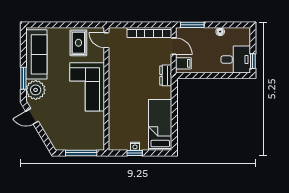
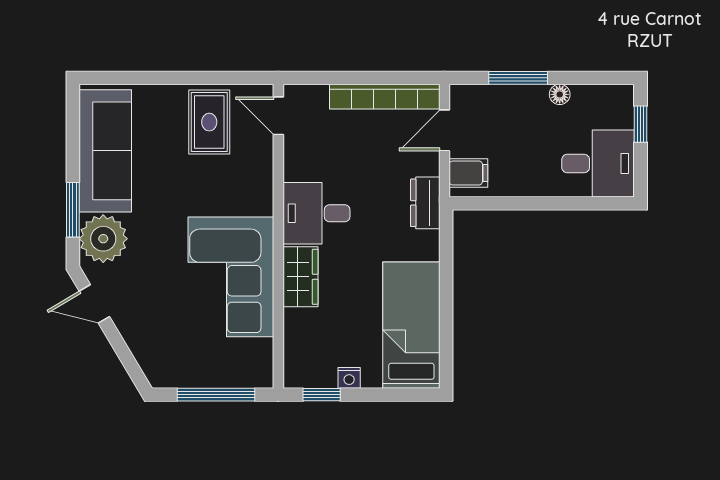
window: (192, 25) -> (518, 78), moved
door: (174, 46) -> (445, 130), swing flipped
window: (253, 61) -> (641, 124), moved
desk: (122, 80) -> (316, 213), added
corner sofa: (87, 87) -> (231, 277), moved
wardrobe: (115, 105) -> (300, 277), added
window: (135, 153) -> (322, 395), moved

